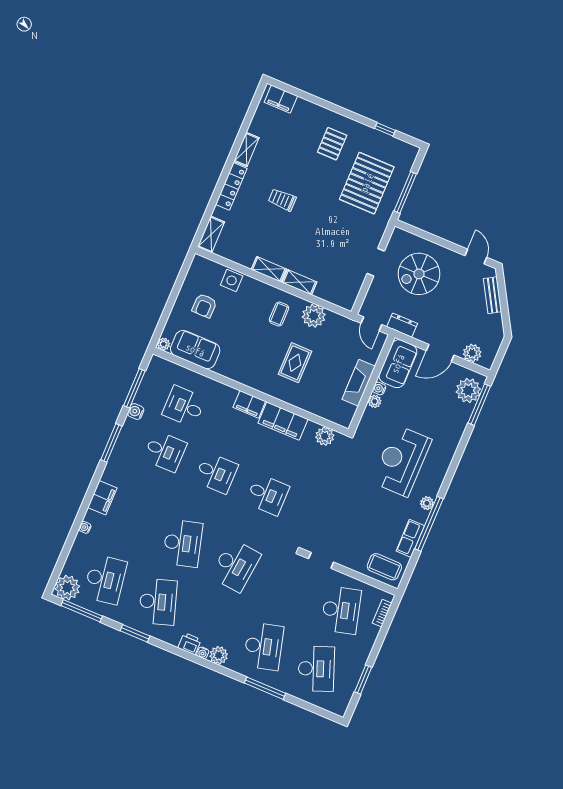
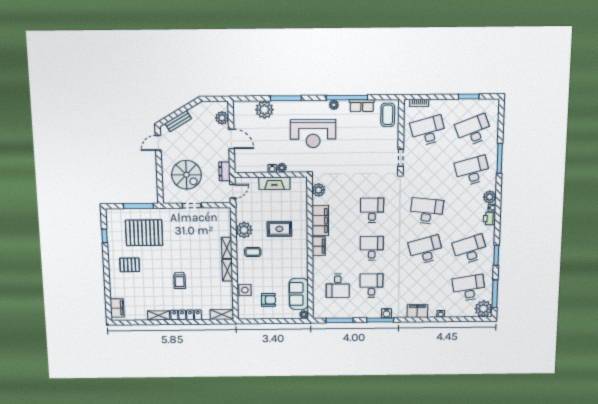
sofa: (398, 364) -> (251, 163), removed
plant: (468, 390) -> (264, 110), moved
window: (479, 405) -> (286, 98), moved
water cooler: (136, 412) -> (386, 313), moved

